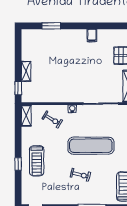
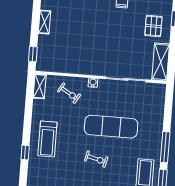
shelving: (26, 71) -> (44, 22), moved
window: (18, 164) -> (25, 152), moved

